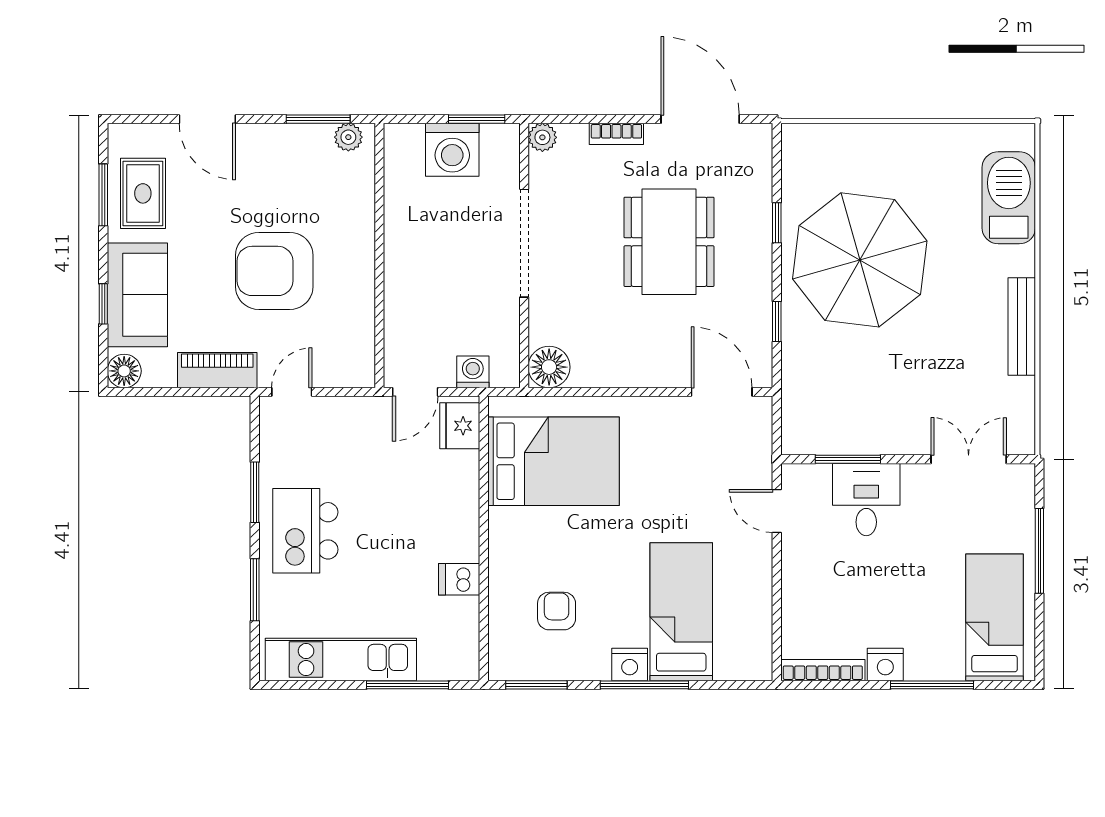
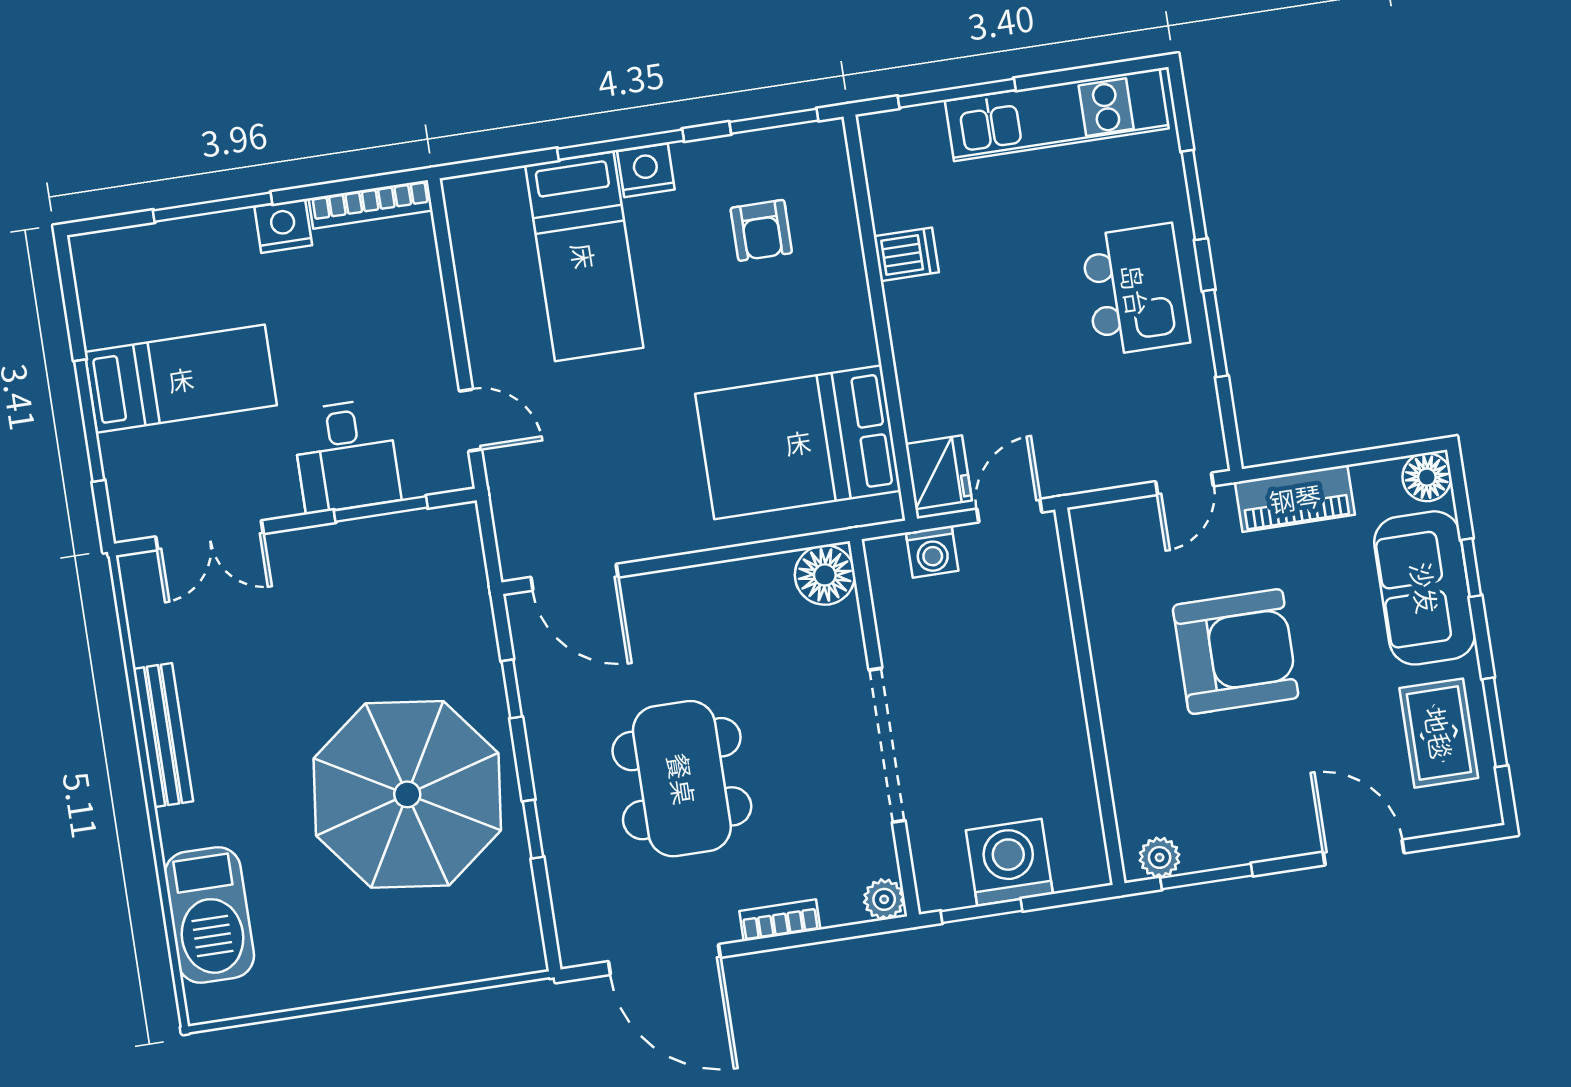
bed: (995, 617) -> (181, 379), moved, turned -90

